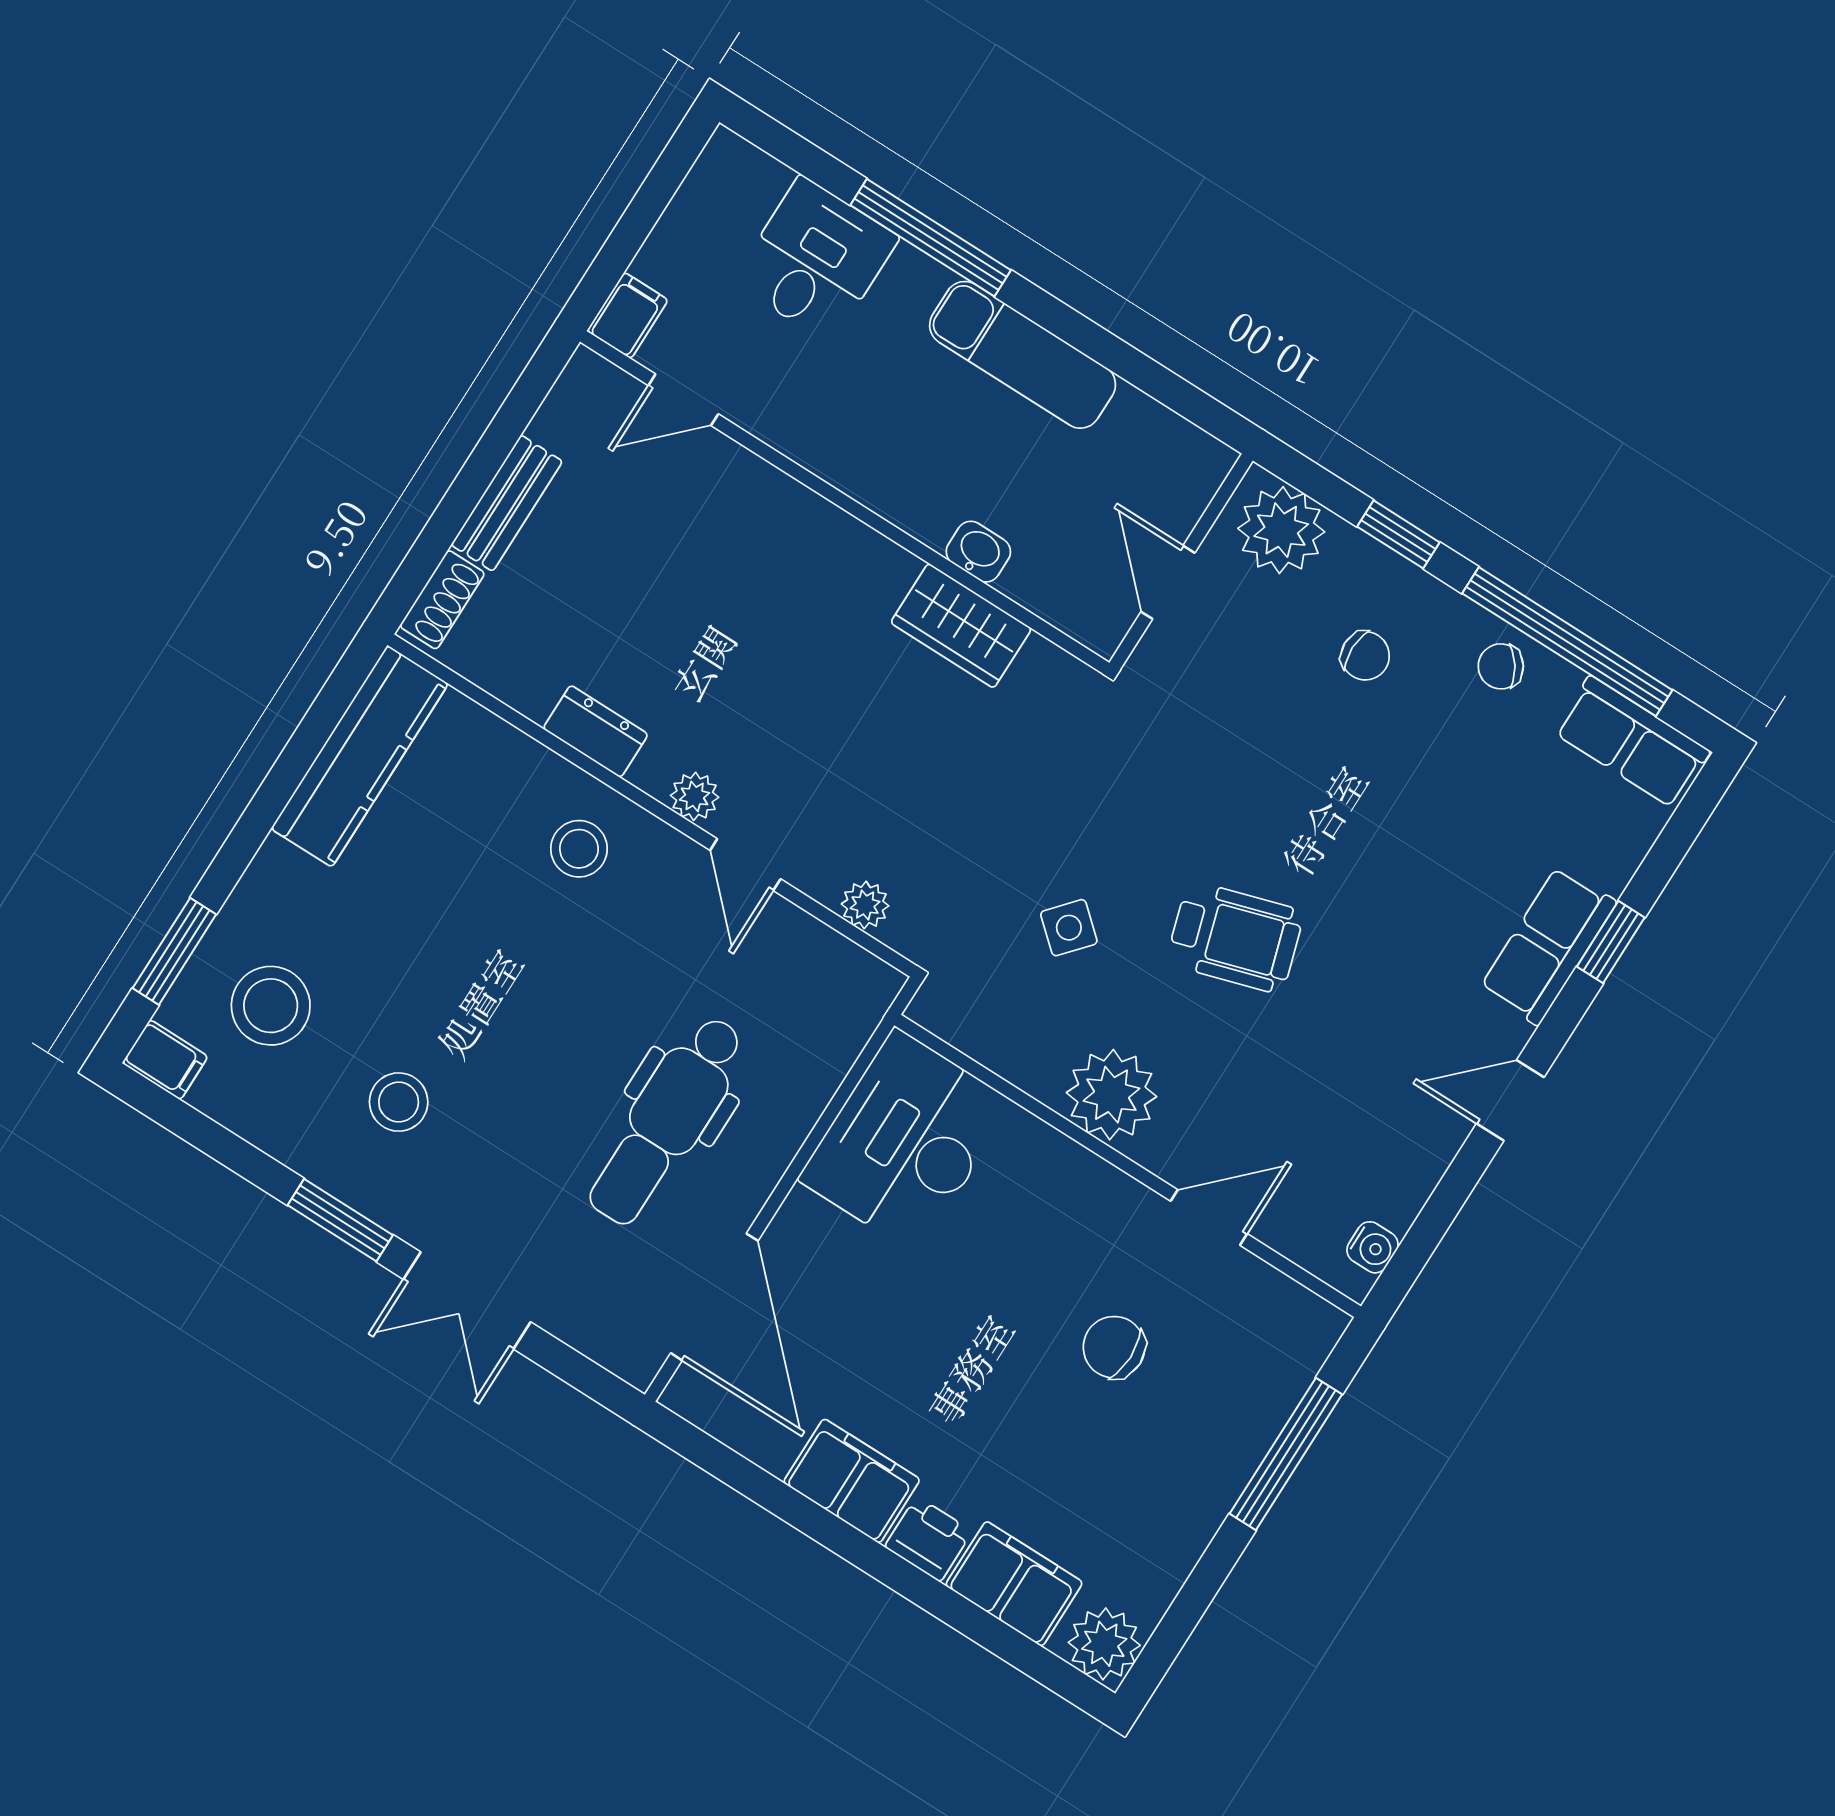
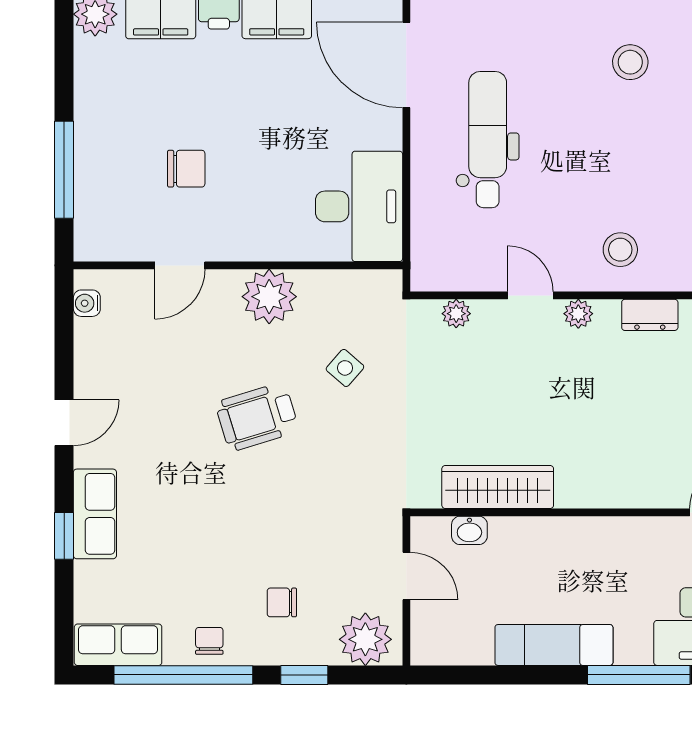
washbasin: (978, 552) -> (469, 530), moved
wardrobe: (961, 626) -> (498, 487), width x1.50
chair: (1501, 666) -> (209, 641), turned -56

